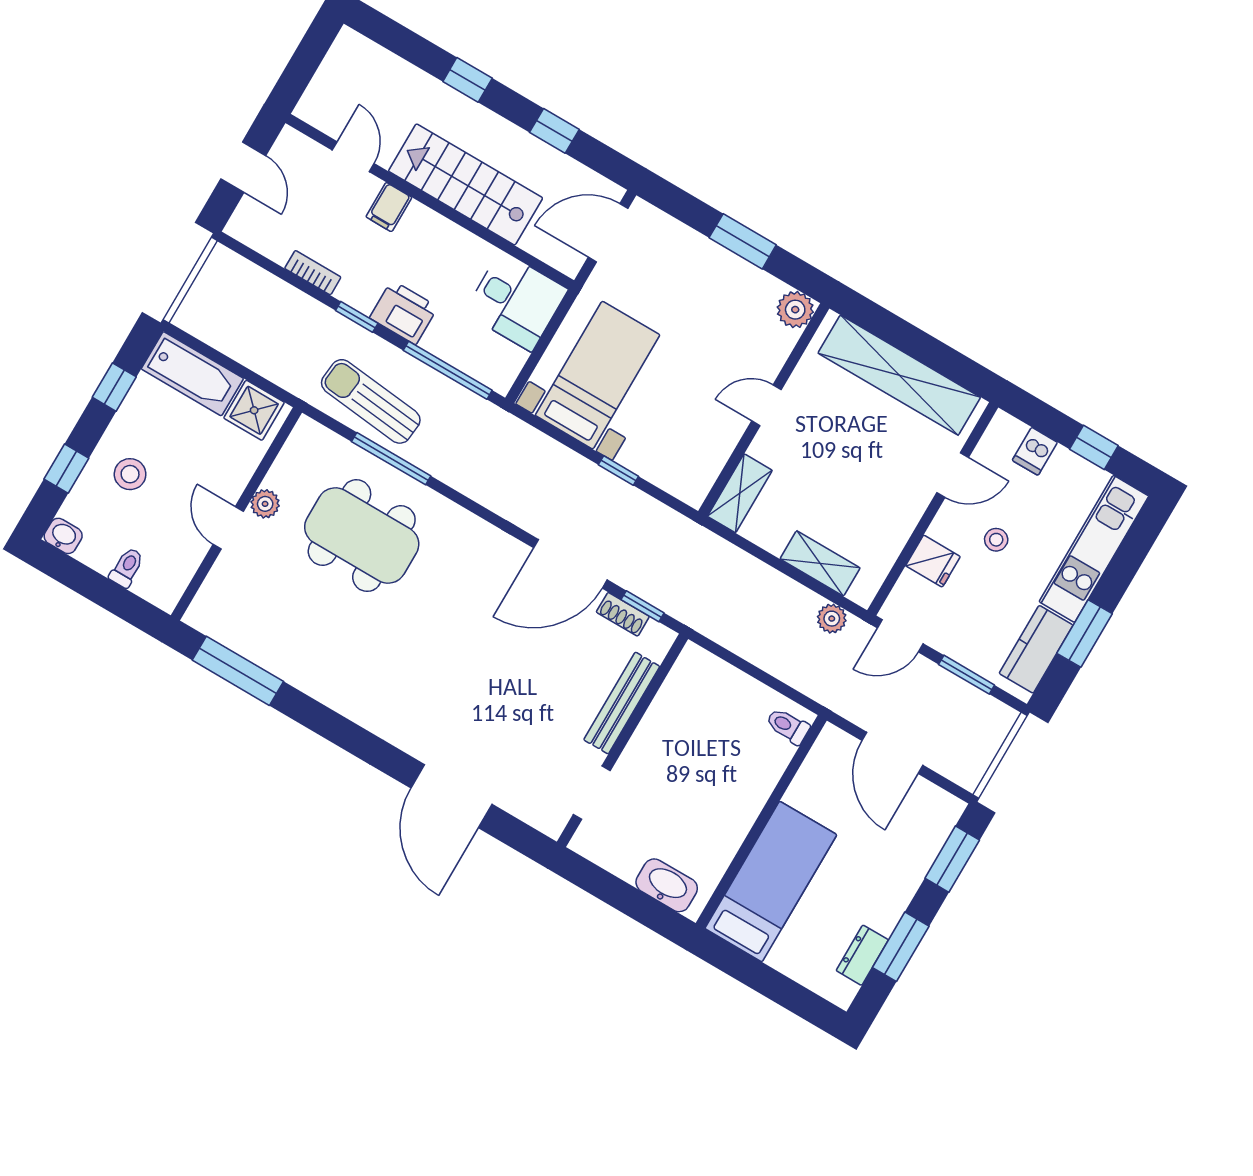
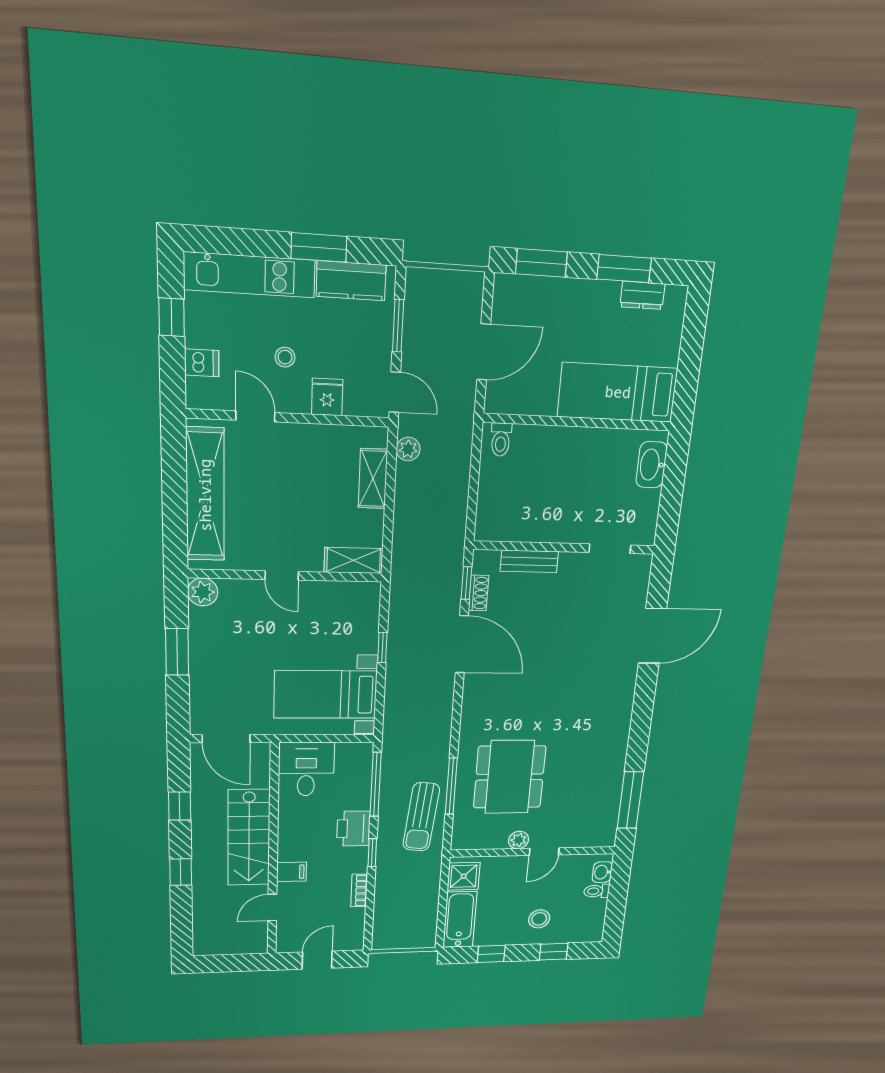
washbasin: (63, 536) -> (602, 872), moved
bench: (622, 703) -> (529, 561), width x0.73

